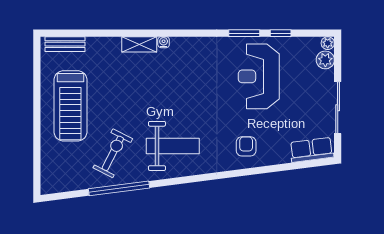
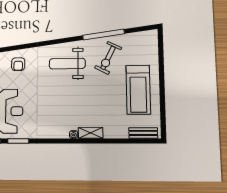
treadmill: (70, 106) -> (138, 90), turned 180

